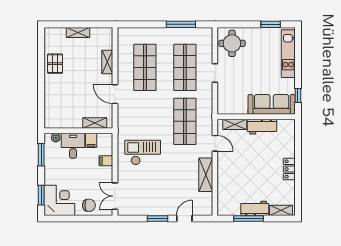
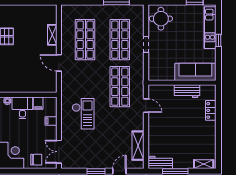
shelving: (78, 32) -> (27, 9), removed
window: (298, 95) -> (218, 40), moved
shelving: (95, 123) -> (41, 88), removed
shelving: (235, 124) -> (163, 89), removed
checkout: (143, 152) -> (83, 114), turned 90
locker: (289, 169) -> (211, 110), moved
shelving: (206, 175) -> (138, 146), moved
workbench: (255, 208) -> (160, 162), moved

